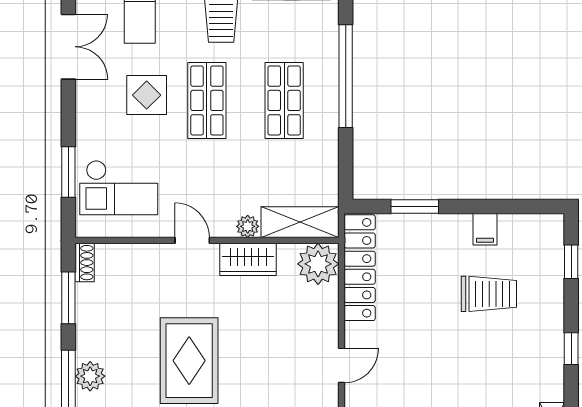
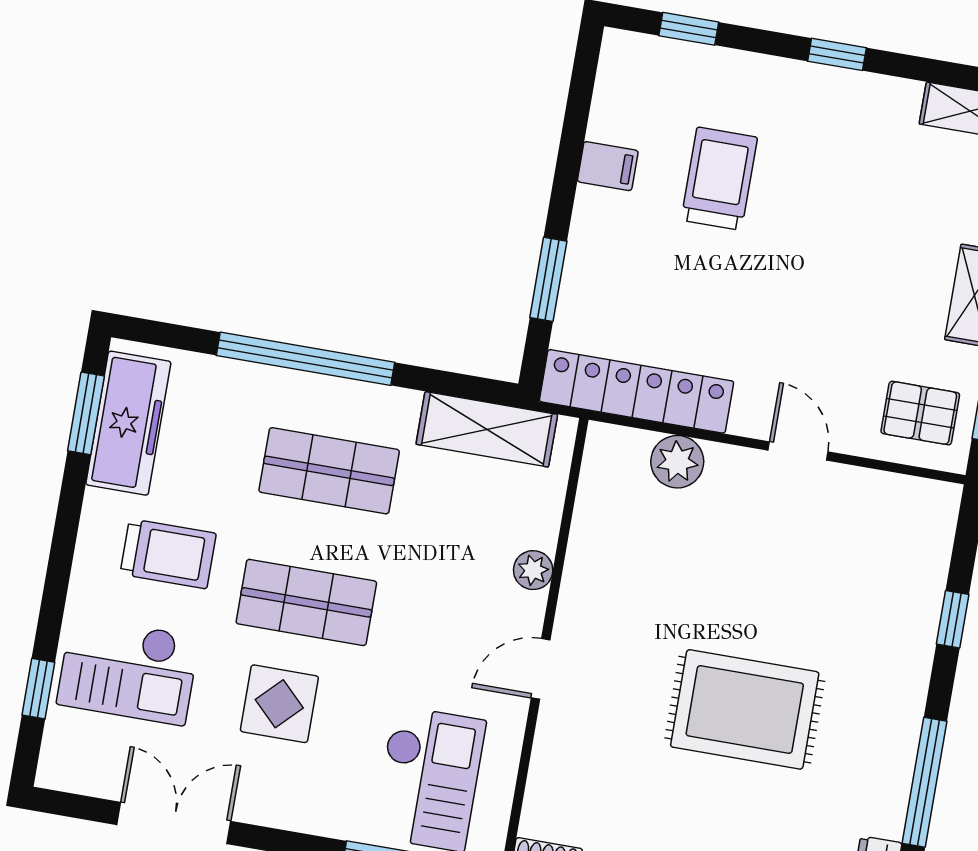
shelving: (300, 222) -> (487, 429), moved, turned 90
wardrobe: (248, 259) -> (590, 579), removed
plant: (318, 264) -> (677, 462), moved, width x0.73, depth x0.73

